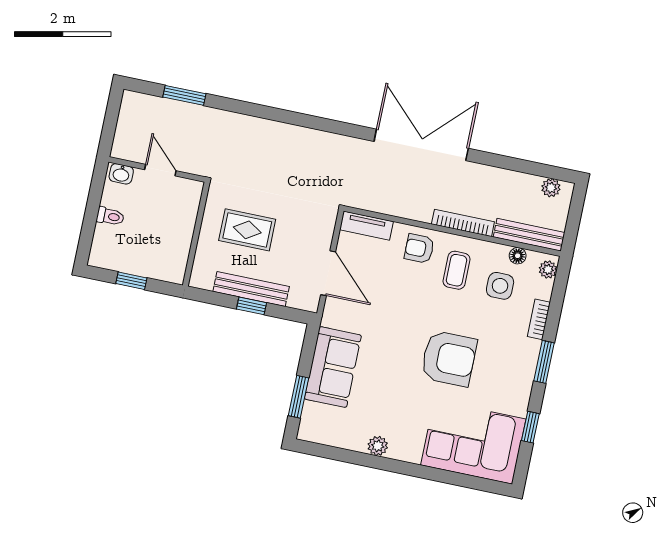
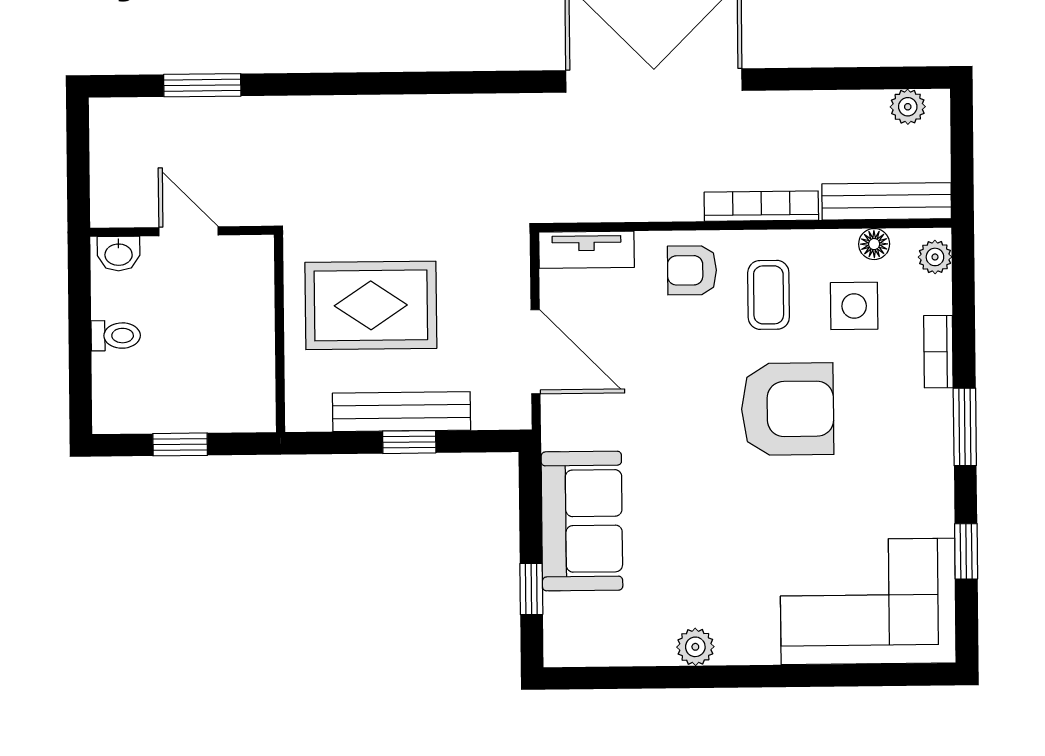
rug: (247, 230) -> (371, 305), width x1.36, depth x1.43
armchair: (449, 358) -> (788, 409), moved
window: (299, 397) -> (531, 589), width x0.67

